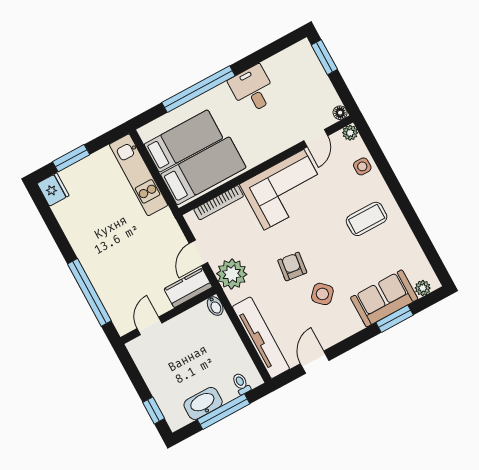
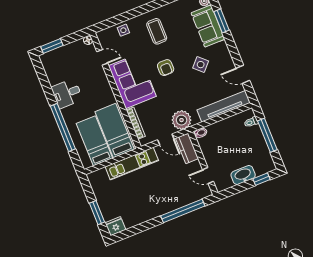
plant: (350, 133) -> (101, 35), removed
kitchen unit: (139, 175) -> (132, 164), moved
armchair: (292, 266) -> (166, 68), moved, turned -97
washbasin: (203, 403) -> (243, 175), moved, turned 90

